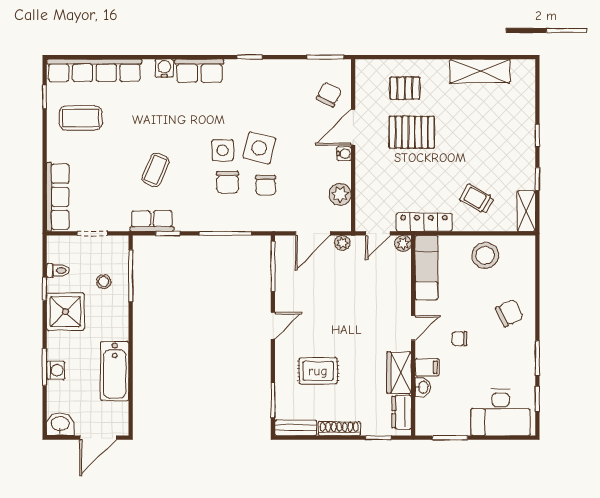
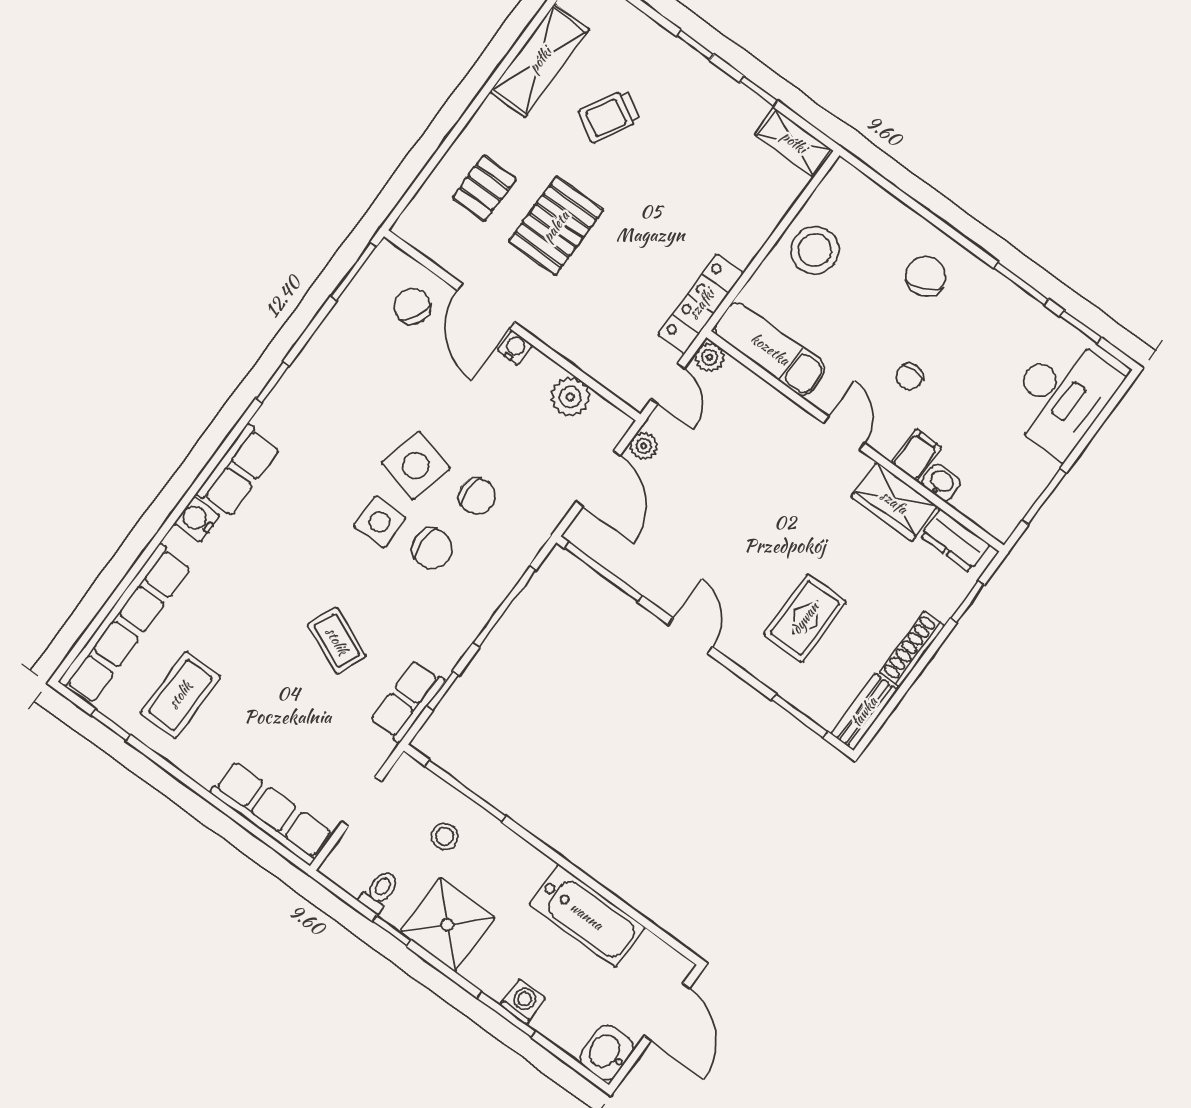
trolley: (477, 199) -> (609, 116), moved

